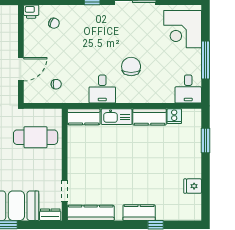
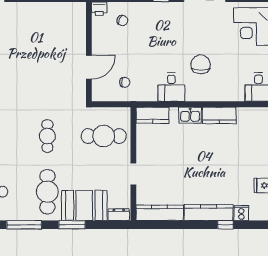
cooker: (174, 116) -> (241, 213), moved, turned 180
kitchen sink: (117, 117) -> (190, 115), width x0.73
doorway: (65, 191) -> (133, 174), moved
kitchen counter: (139, 213) -> (209, 213), width x1.50

